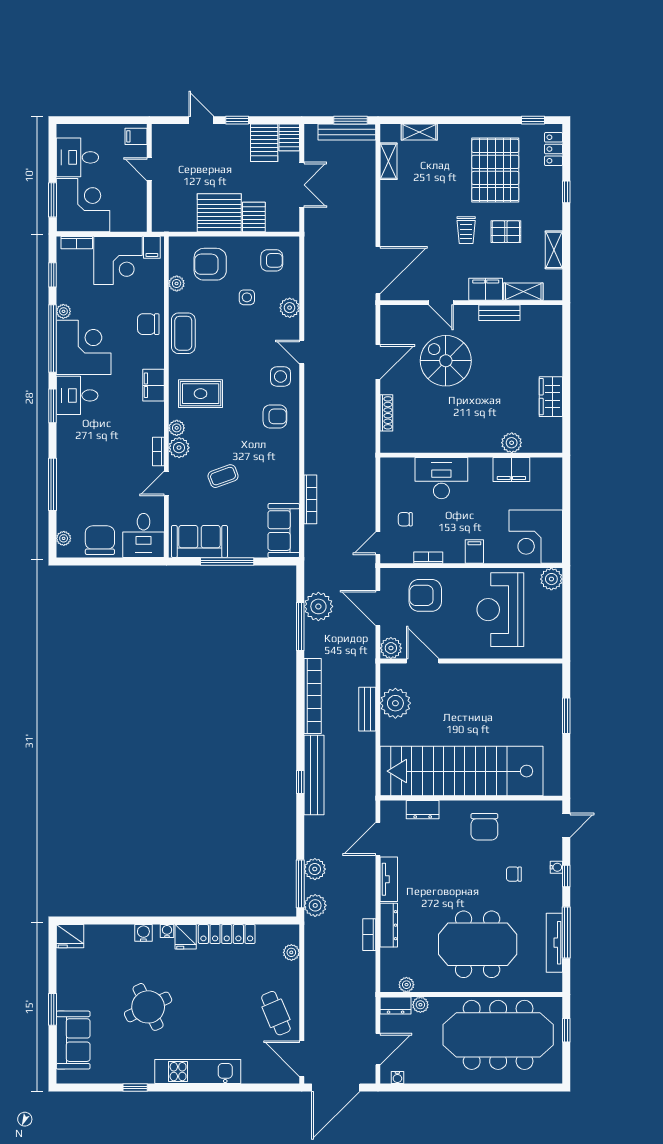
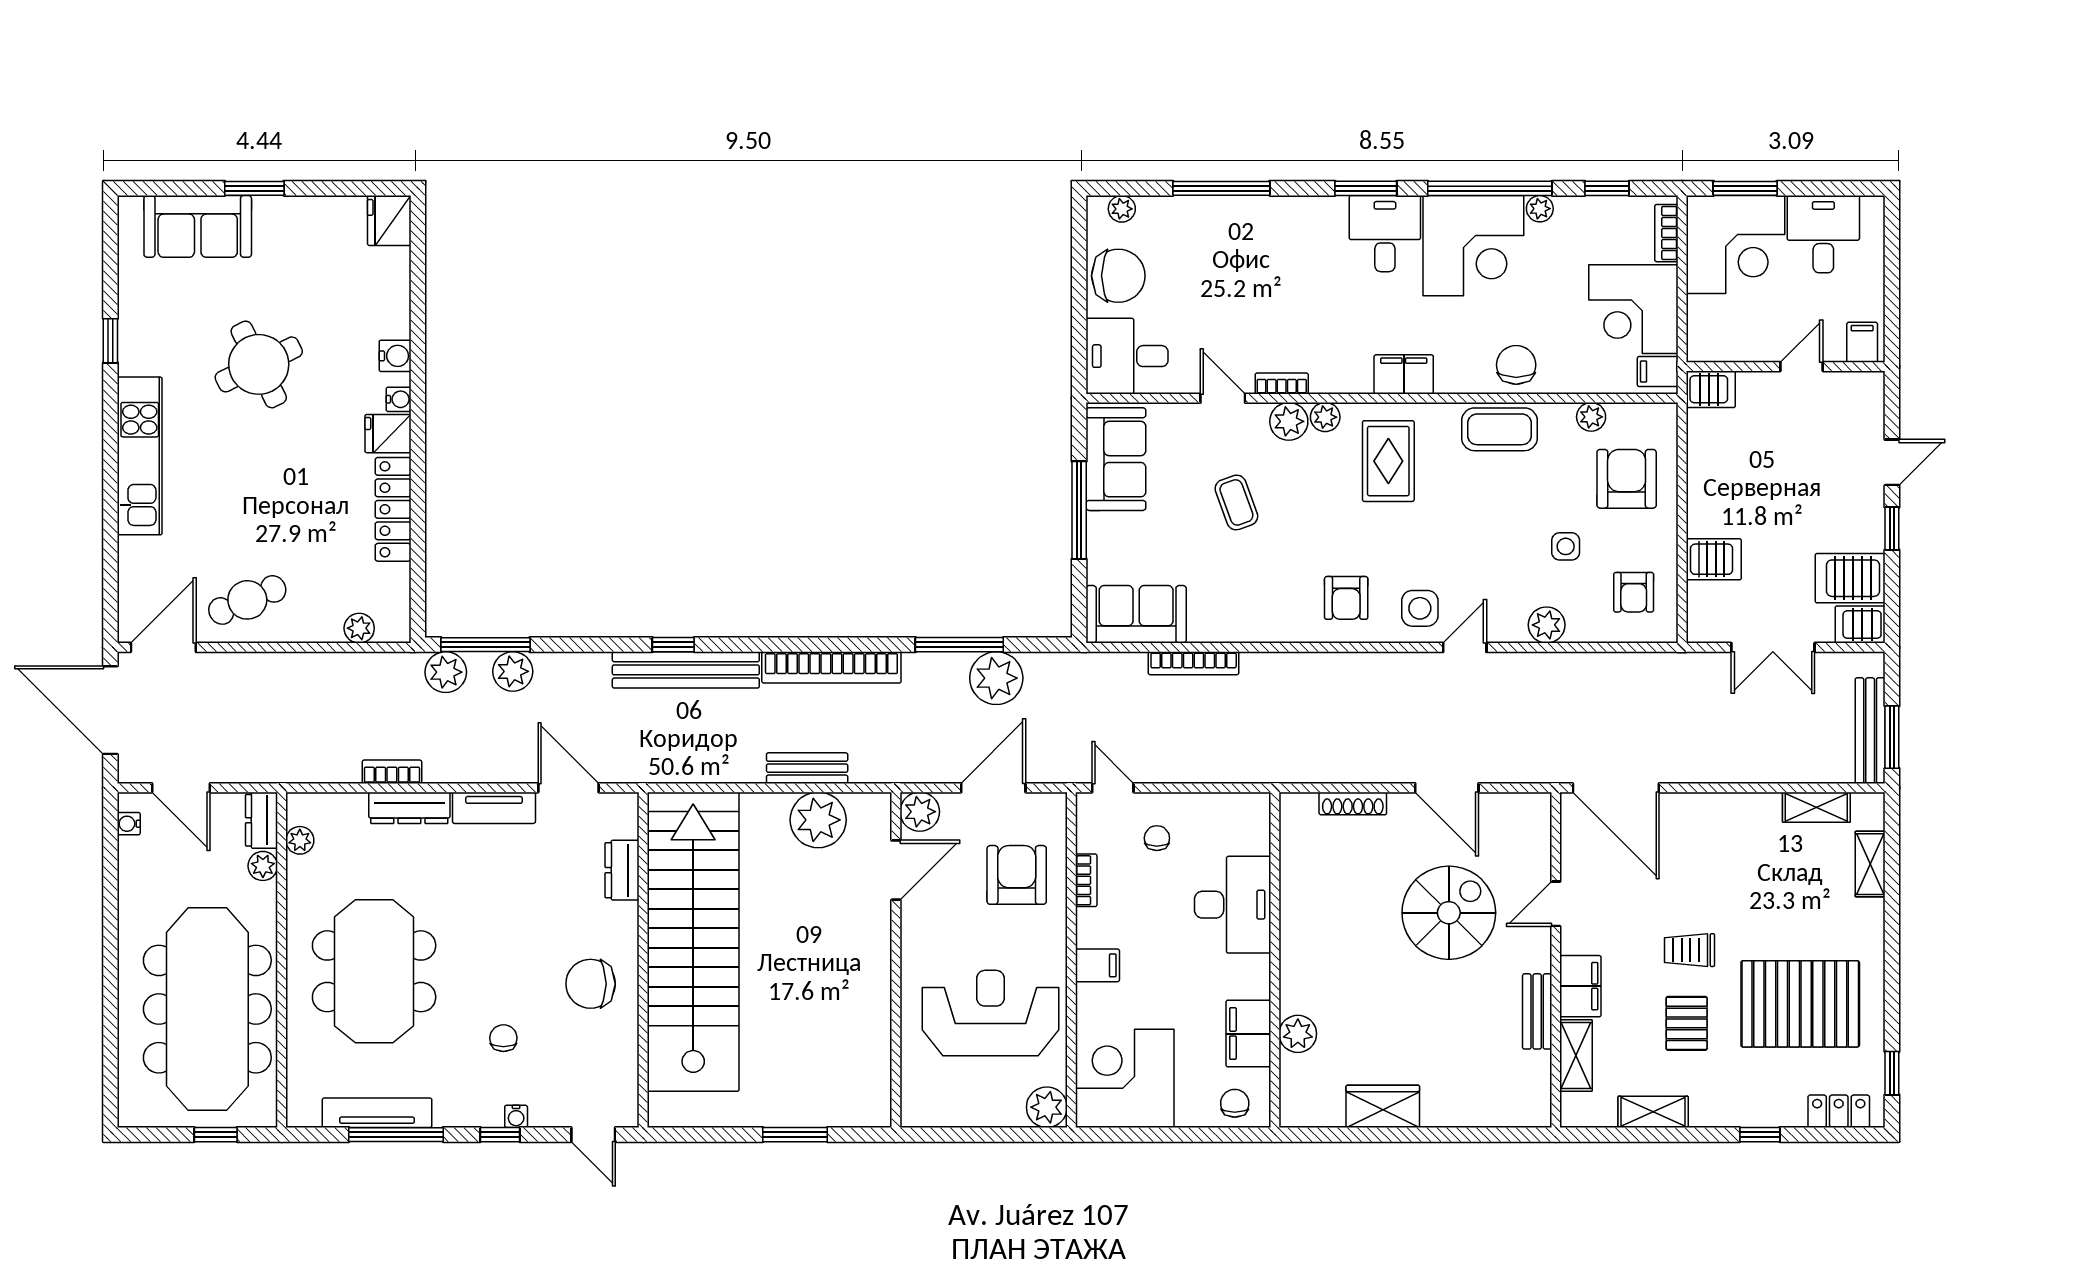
server rack: (219, 213) -> (1711, 389), moved, width x0.46, depth x0.70
chair: (549, 477) -> (1235, 1103), added

